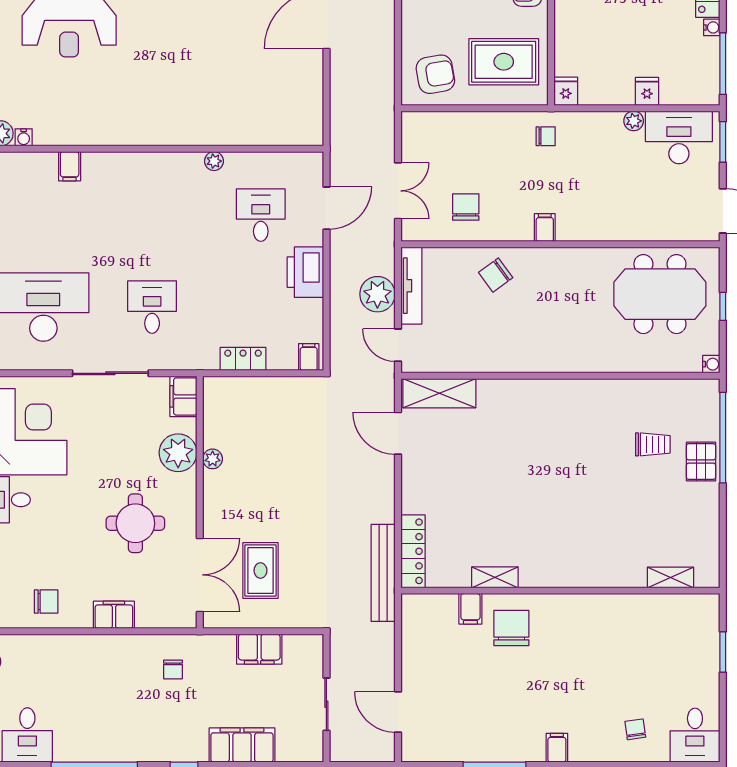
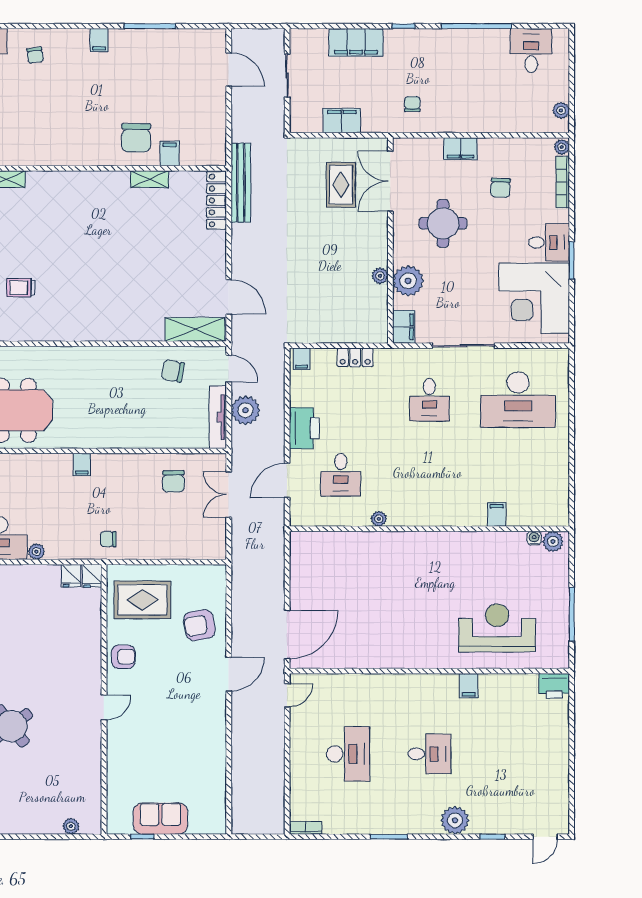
armchair: (435, 74) -> (199, 625), moved
fridge: (647, 91) -> (71, 576), moved
filing cabinet: (545, 228) -> (82, 465), moved
chair: (496, 275) -> (173, 371), moved, turned -133
chair: (46, 601) -> (501, 188), moved, turned -87

